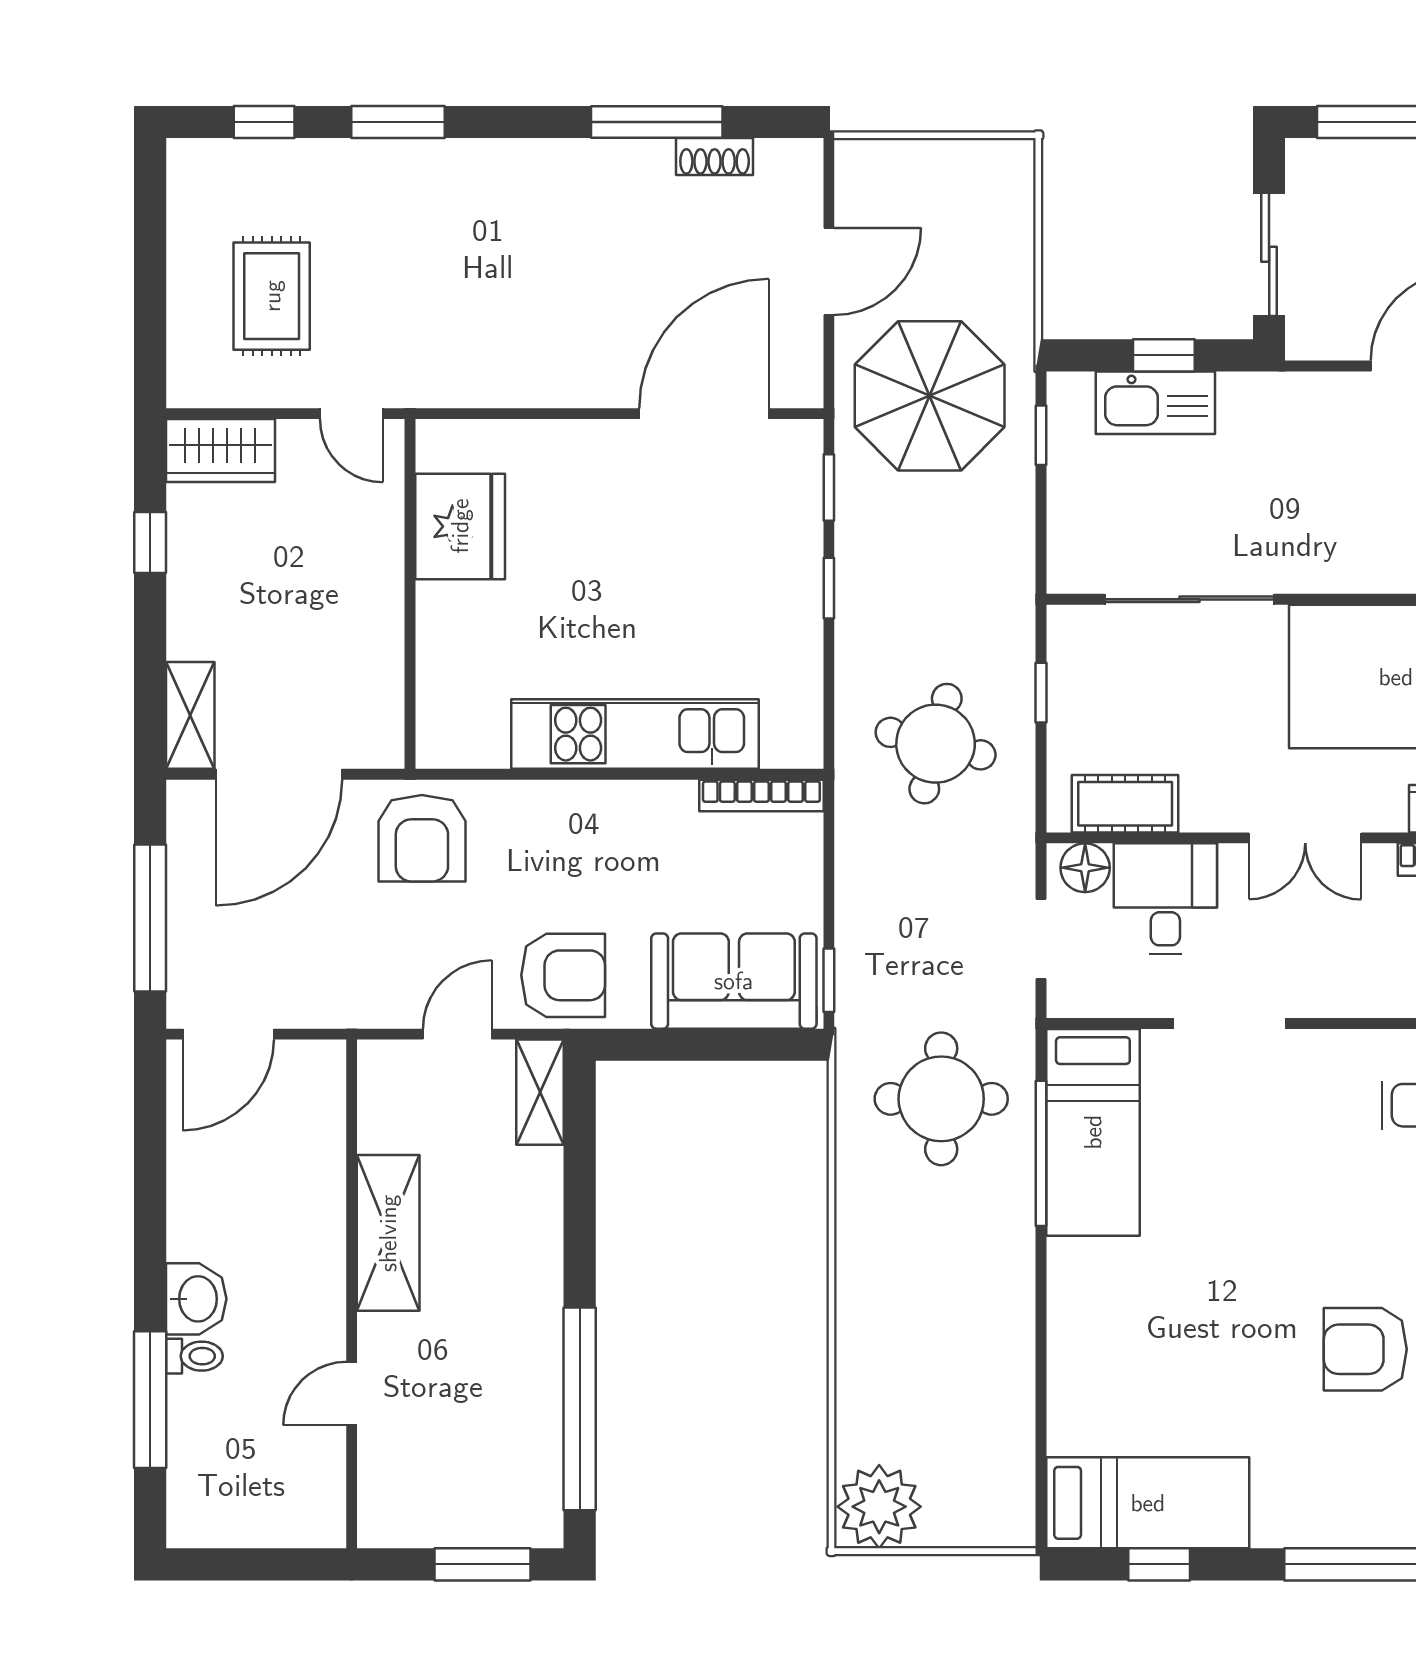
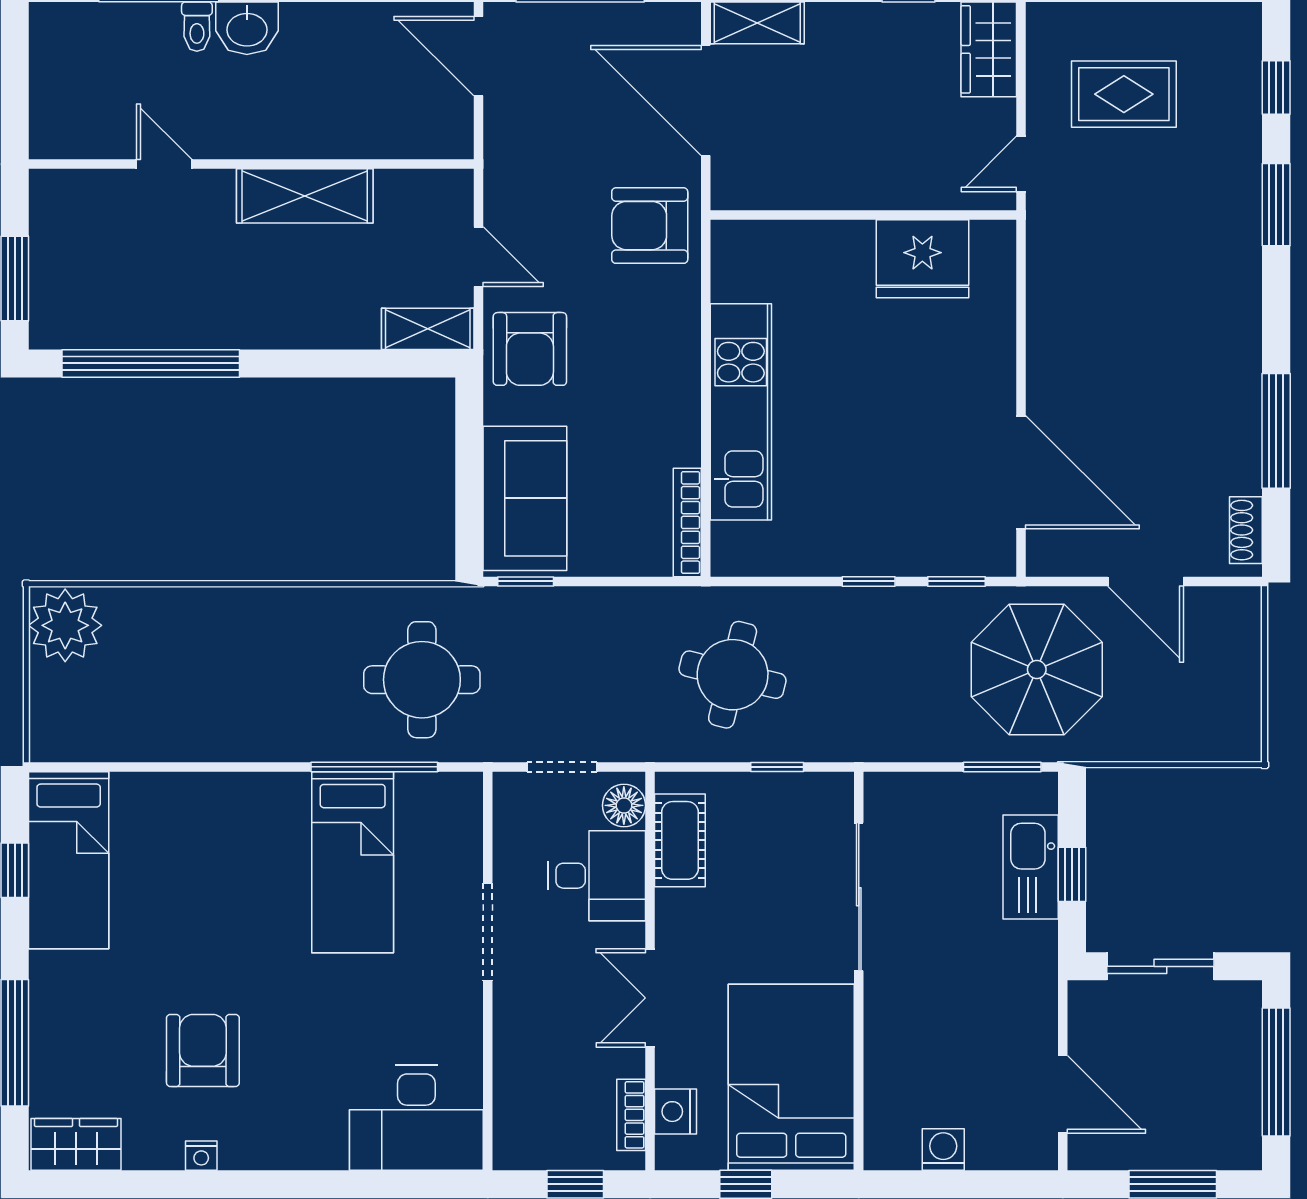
shoe rack: (715, 157) -> (1246, 530), moved
window: (1041, 435) -> (1002, 767), width x1.50
bed: (1093, 1132) -> (353, 862), moved, turned -90

